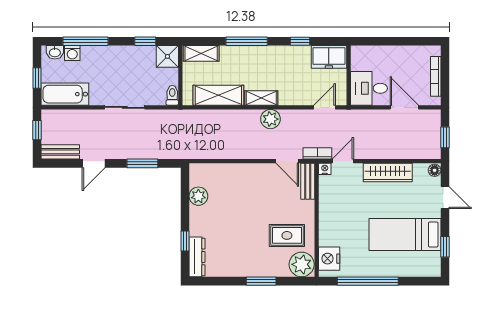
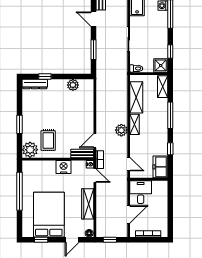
bed: (405, 235) -> (49, 215), width x1.50
nightstand: (329, 259) -> (64, 167), moved

